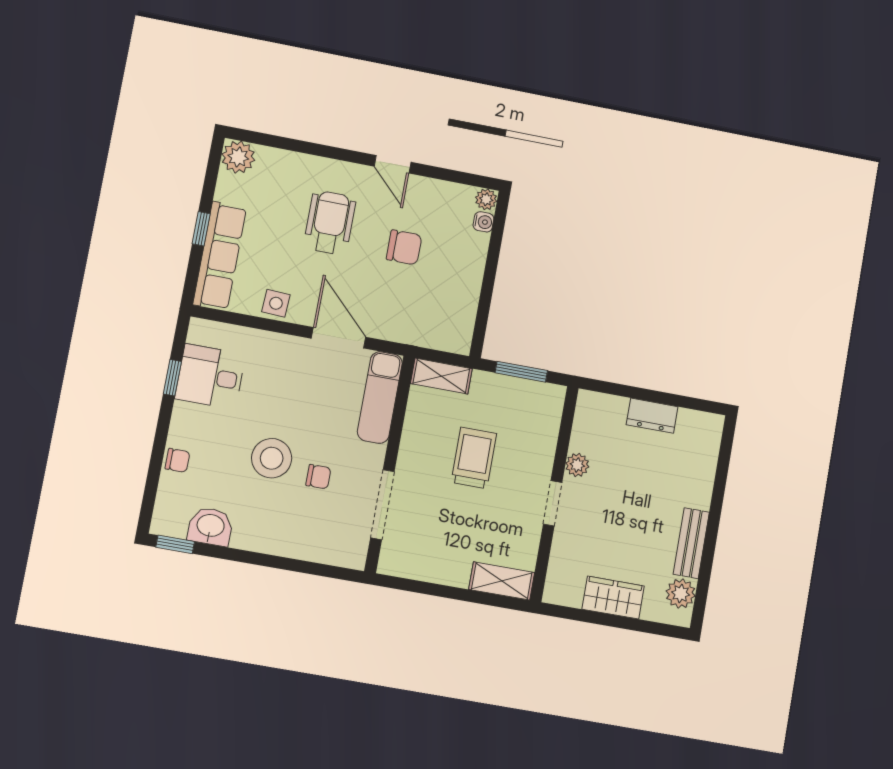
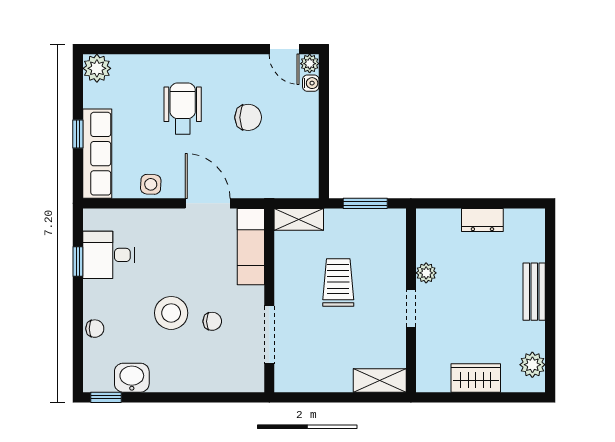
door: (393, 164) -> (284, 49), moved
bench: (691, 543) -> (534, 292), moved

